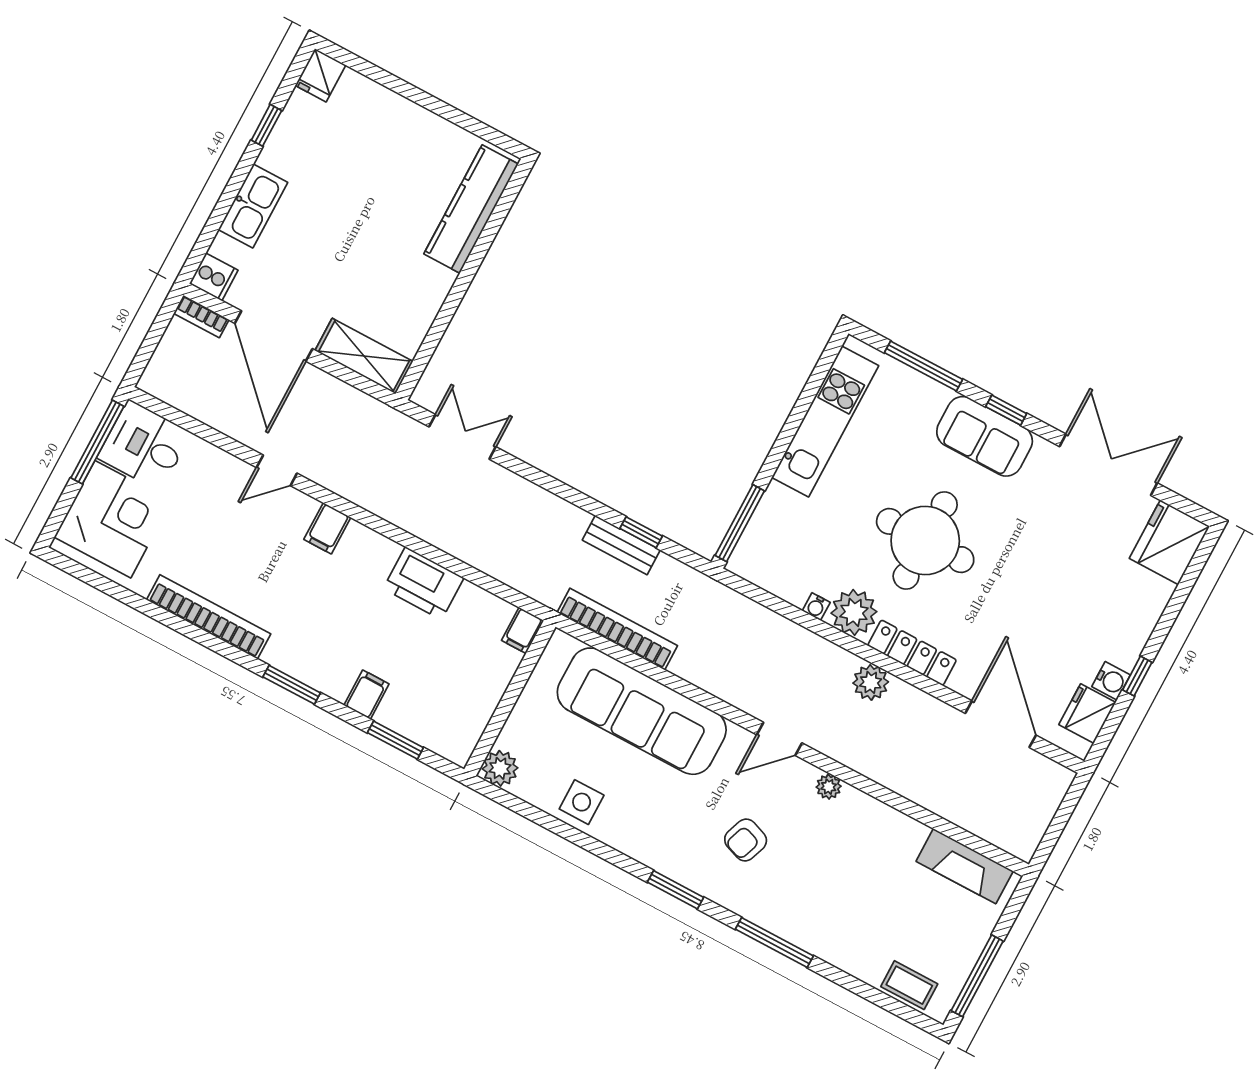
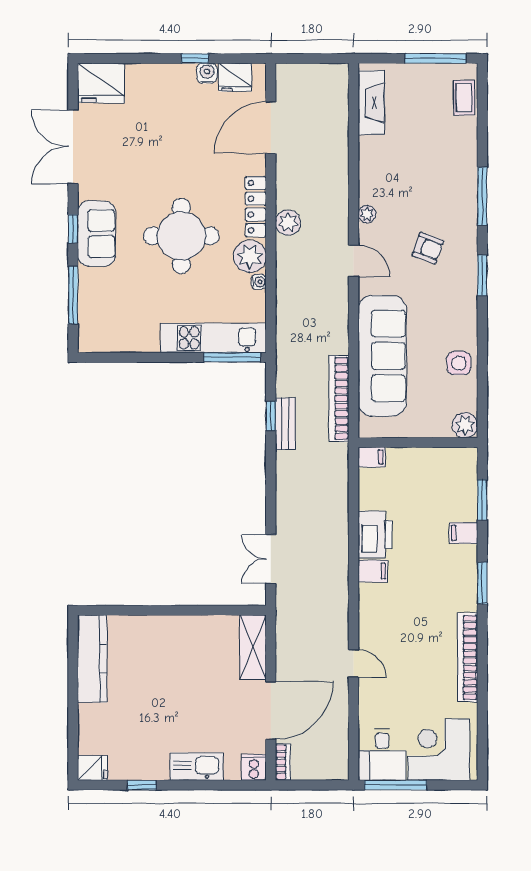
kitchen counter: (471, 209) -> (92, 659), moved, turned -90
kitchen unit: (825, 422) -> (213, 338), moved
filing cabinet: (327, 528) -> (373, 571), moved

